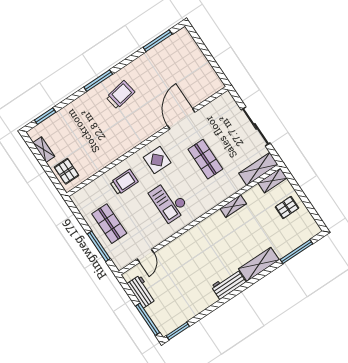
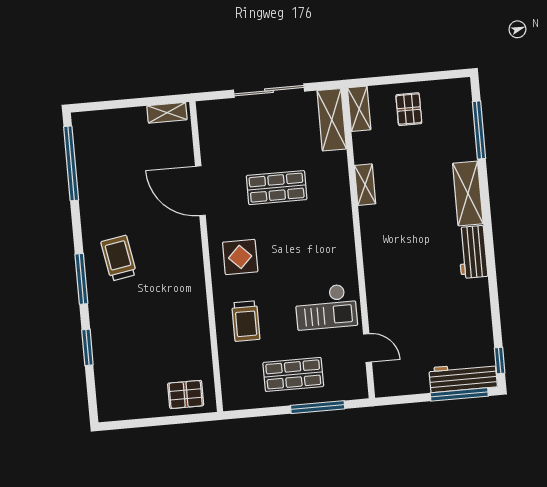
window: (158, 41) -> (71, 163), width x1.46
window: (45, 116) -> (87, 347), moved
shelving: (44, 150) -> (167, 113), moved
trolley: (124, 182) -> (246, 321), turned 180
checkout: (169, 201) -> (326, 307), moved
workbench: (141, 292) -> (463, 377), moved, width x1.38
window: (178, 331) -> (500, 360), width x0.67

